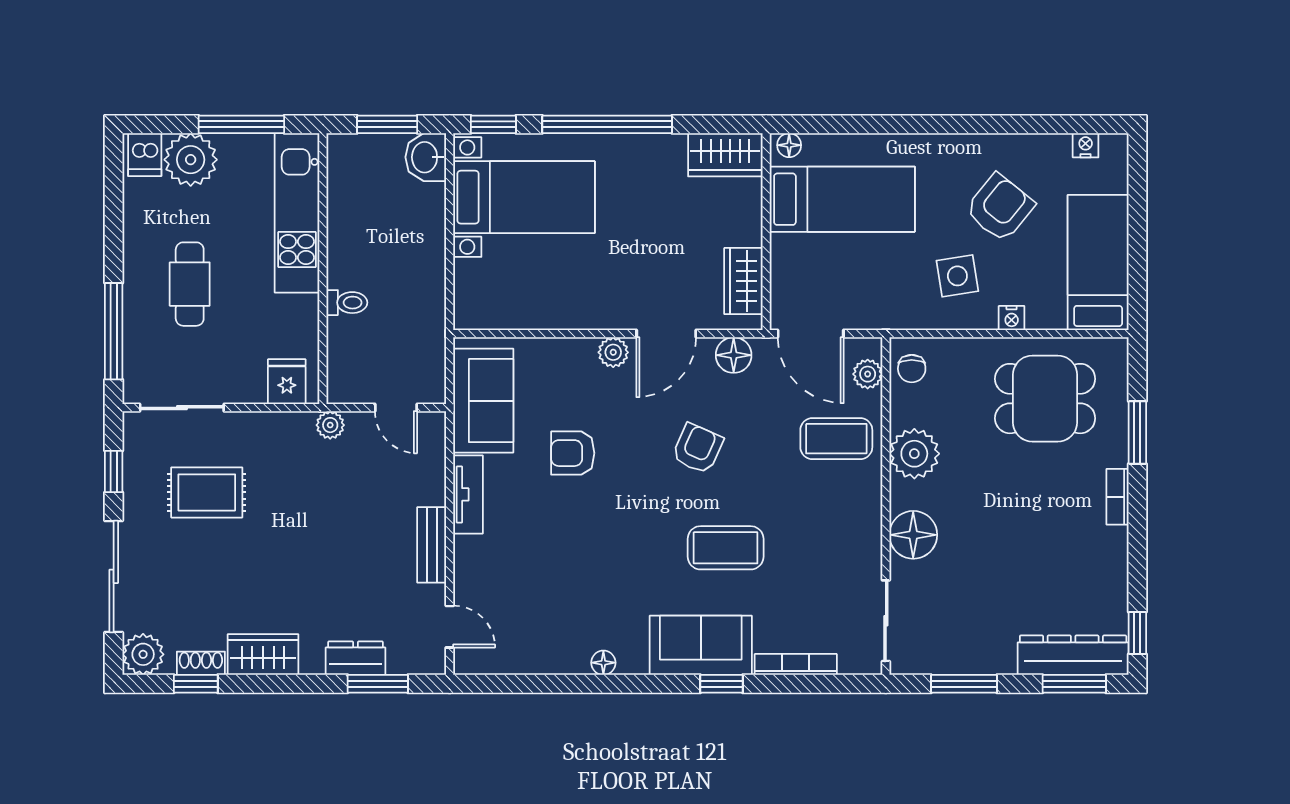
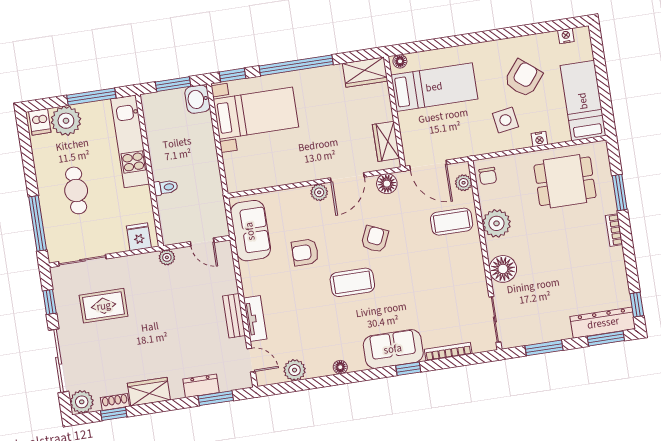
tv unit: (468, 494) -> (255, 318), moved
coffee table: (726, 548) -> (352, 282), moved
plant: (523, 656) -> (295, 370), added

